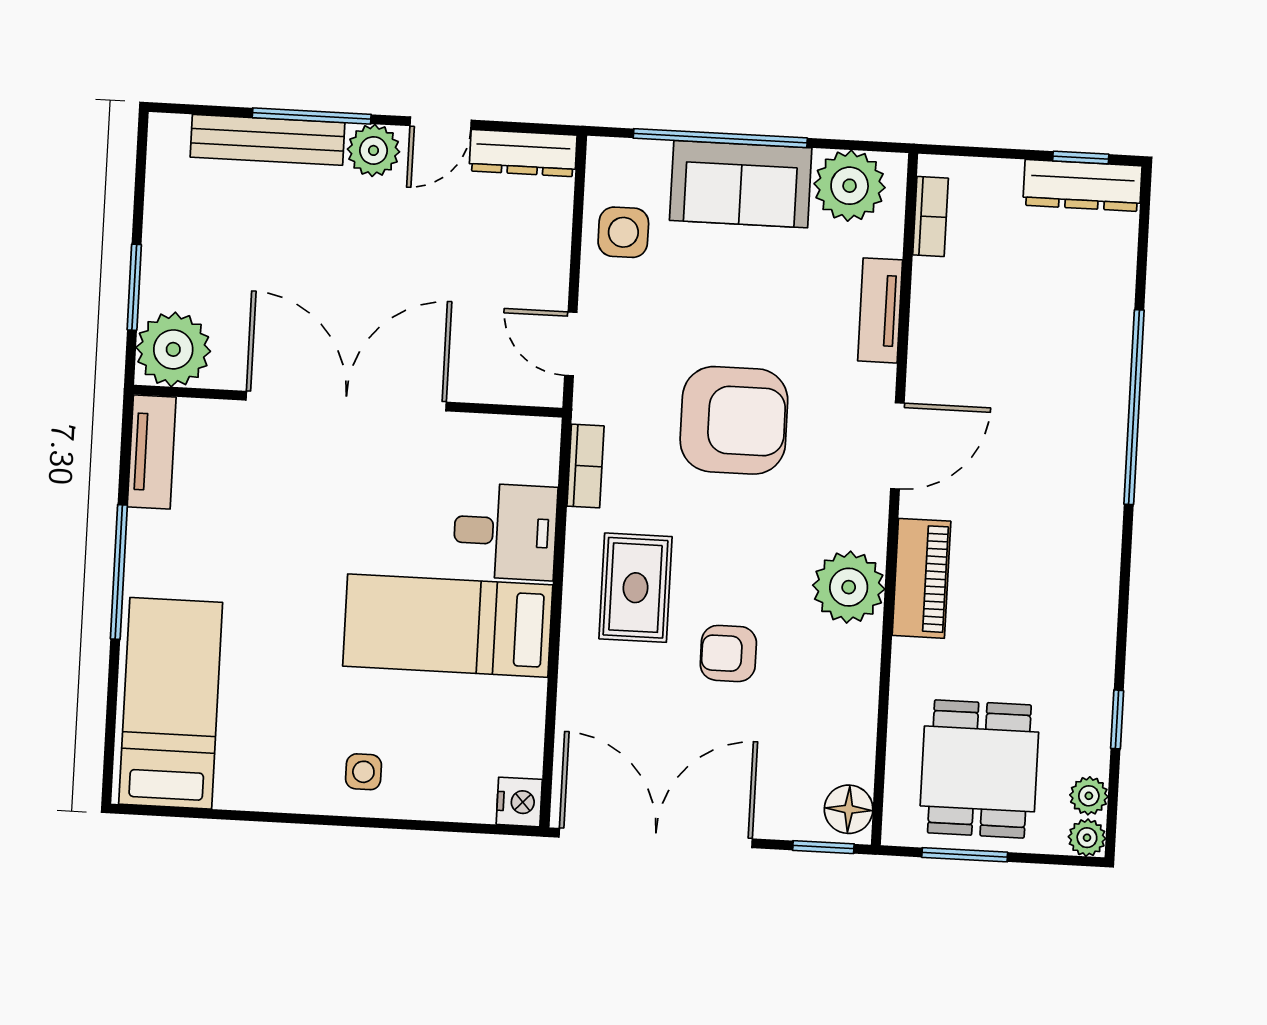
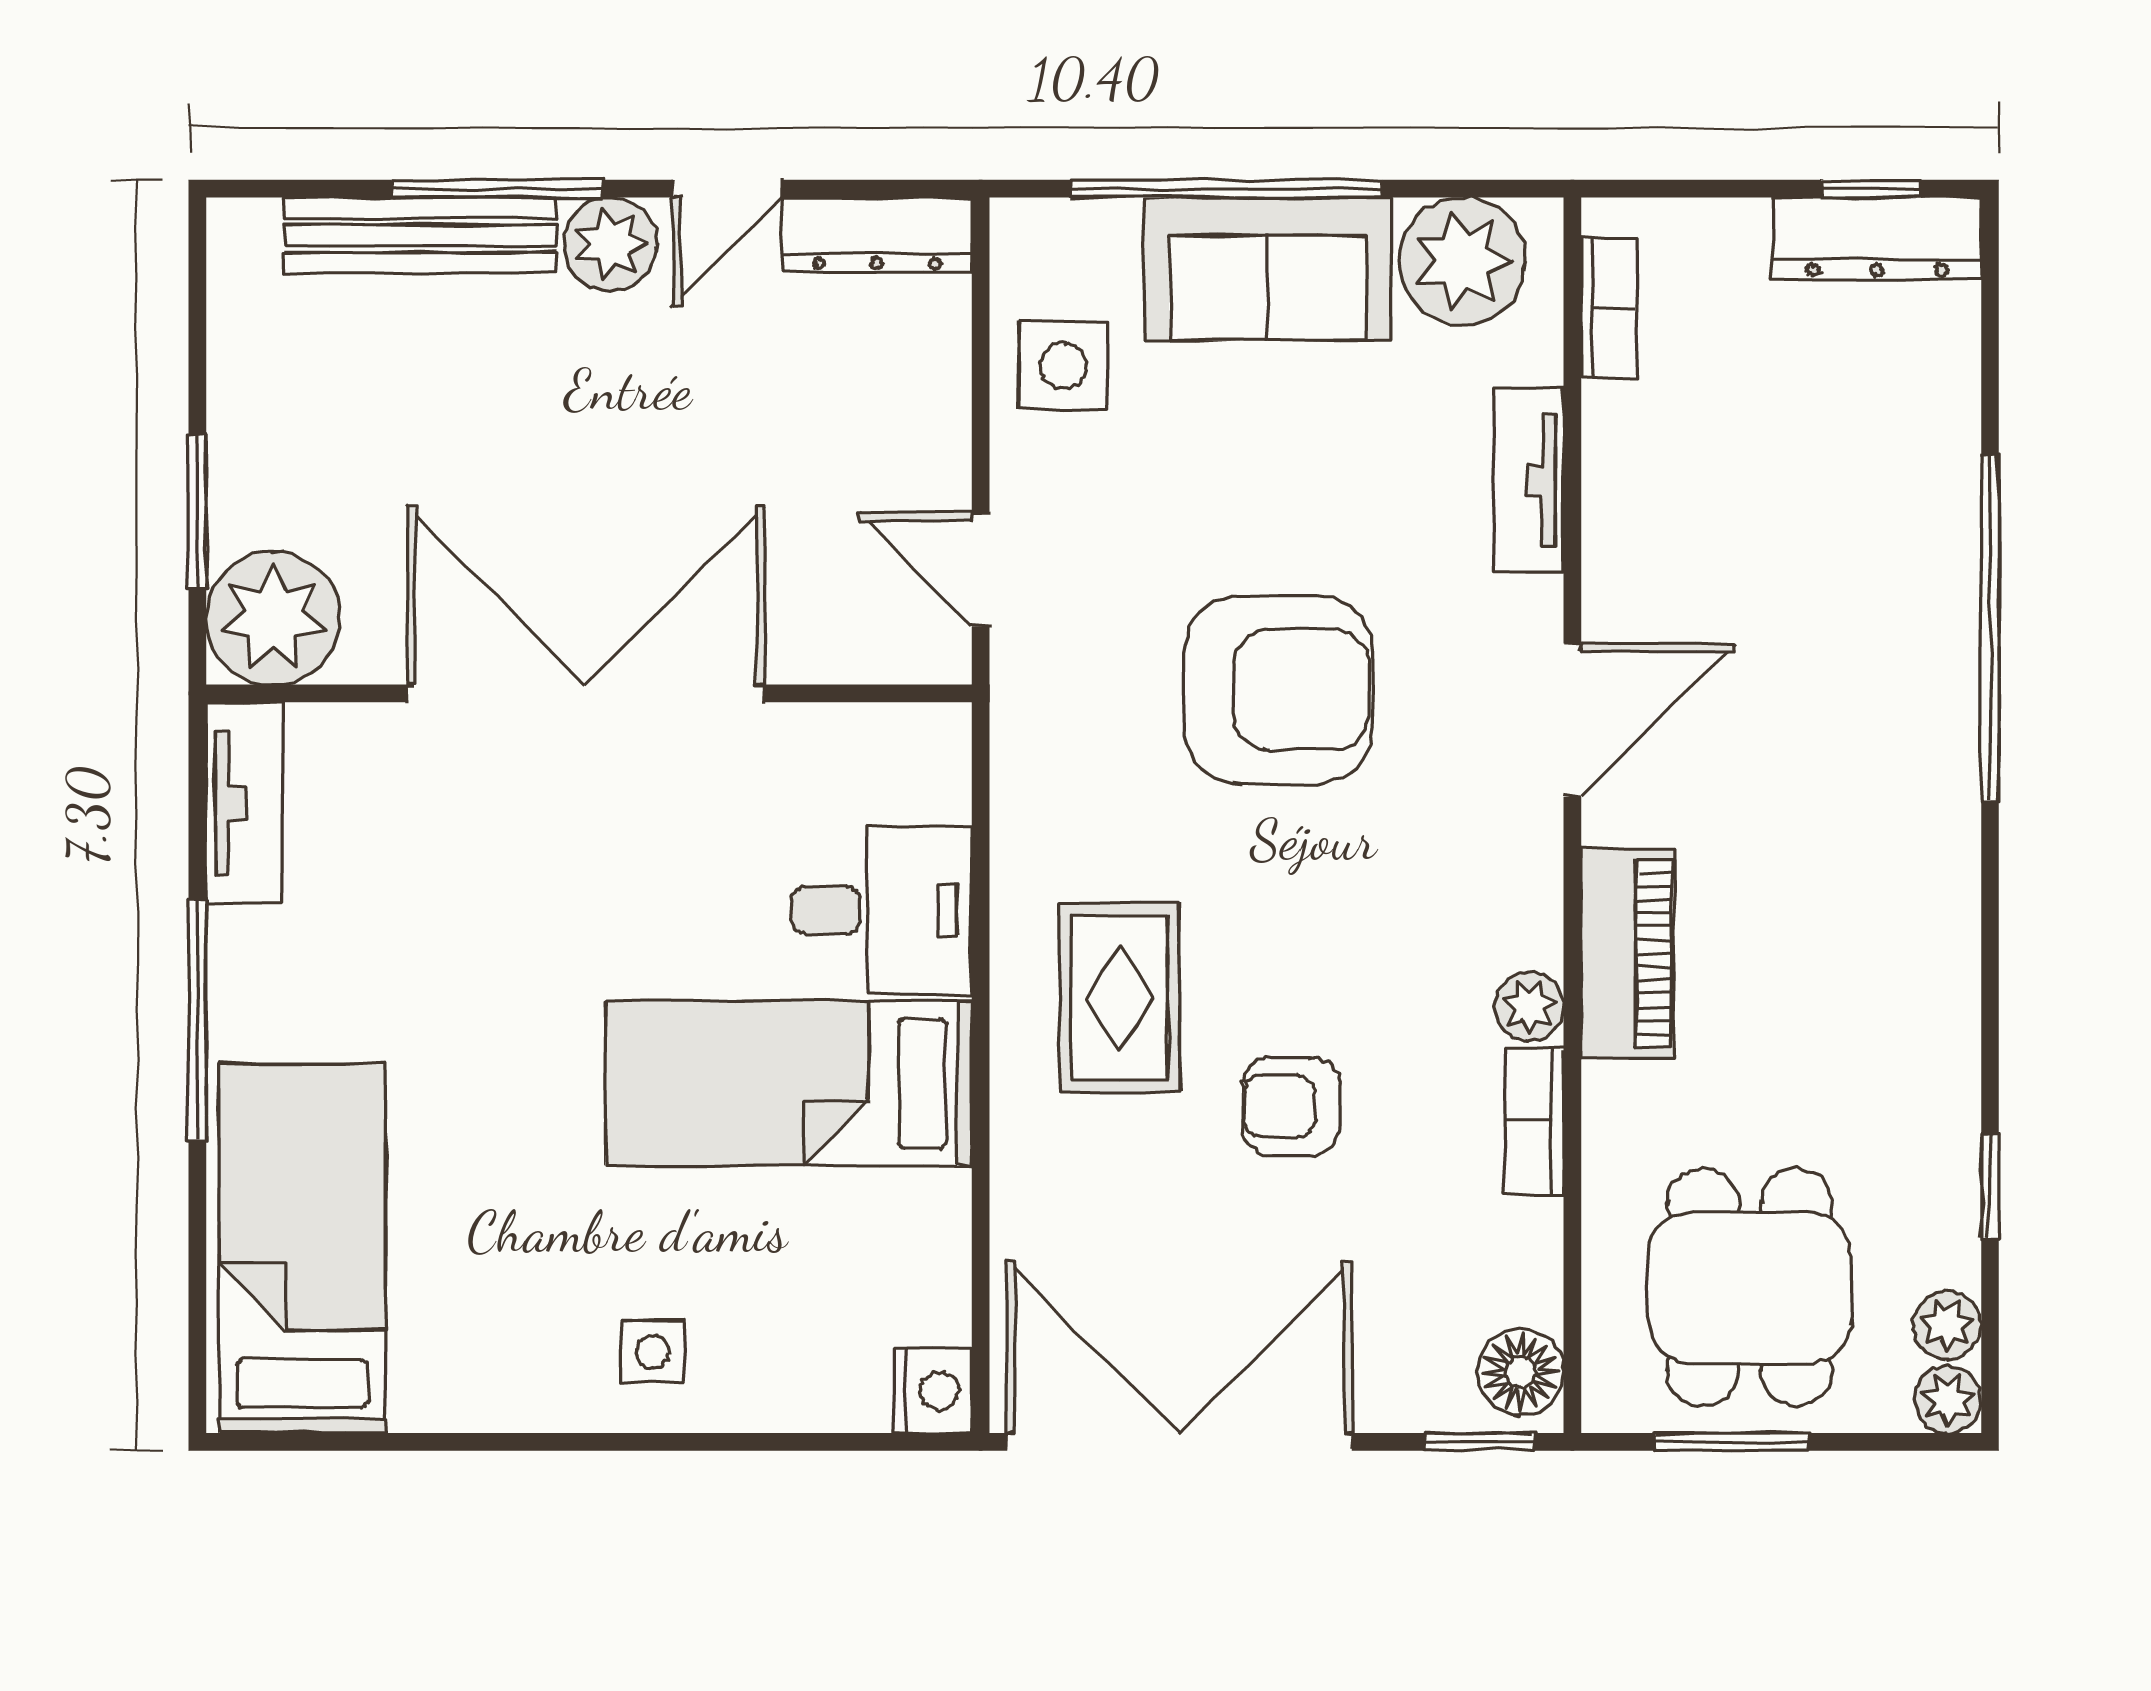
bookcase: (585, 466) -> (1534, 1121), moved, turned 180
plant: (849, 587) -> (1529, 1006), width x0.53, depth x0.53

